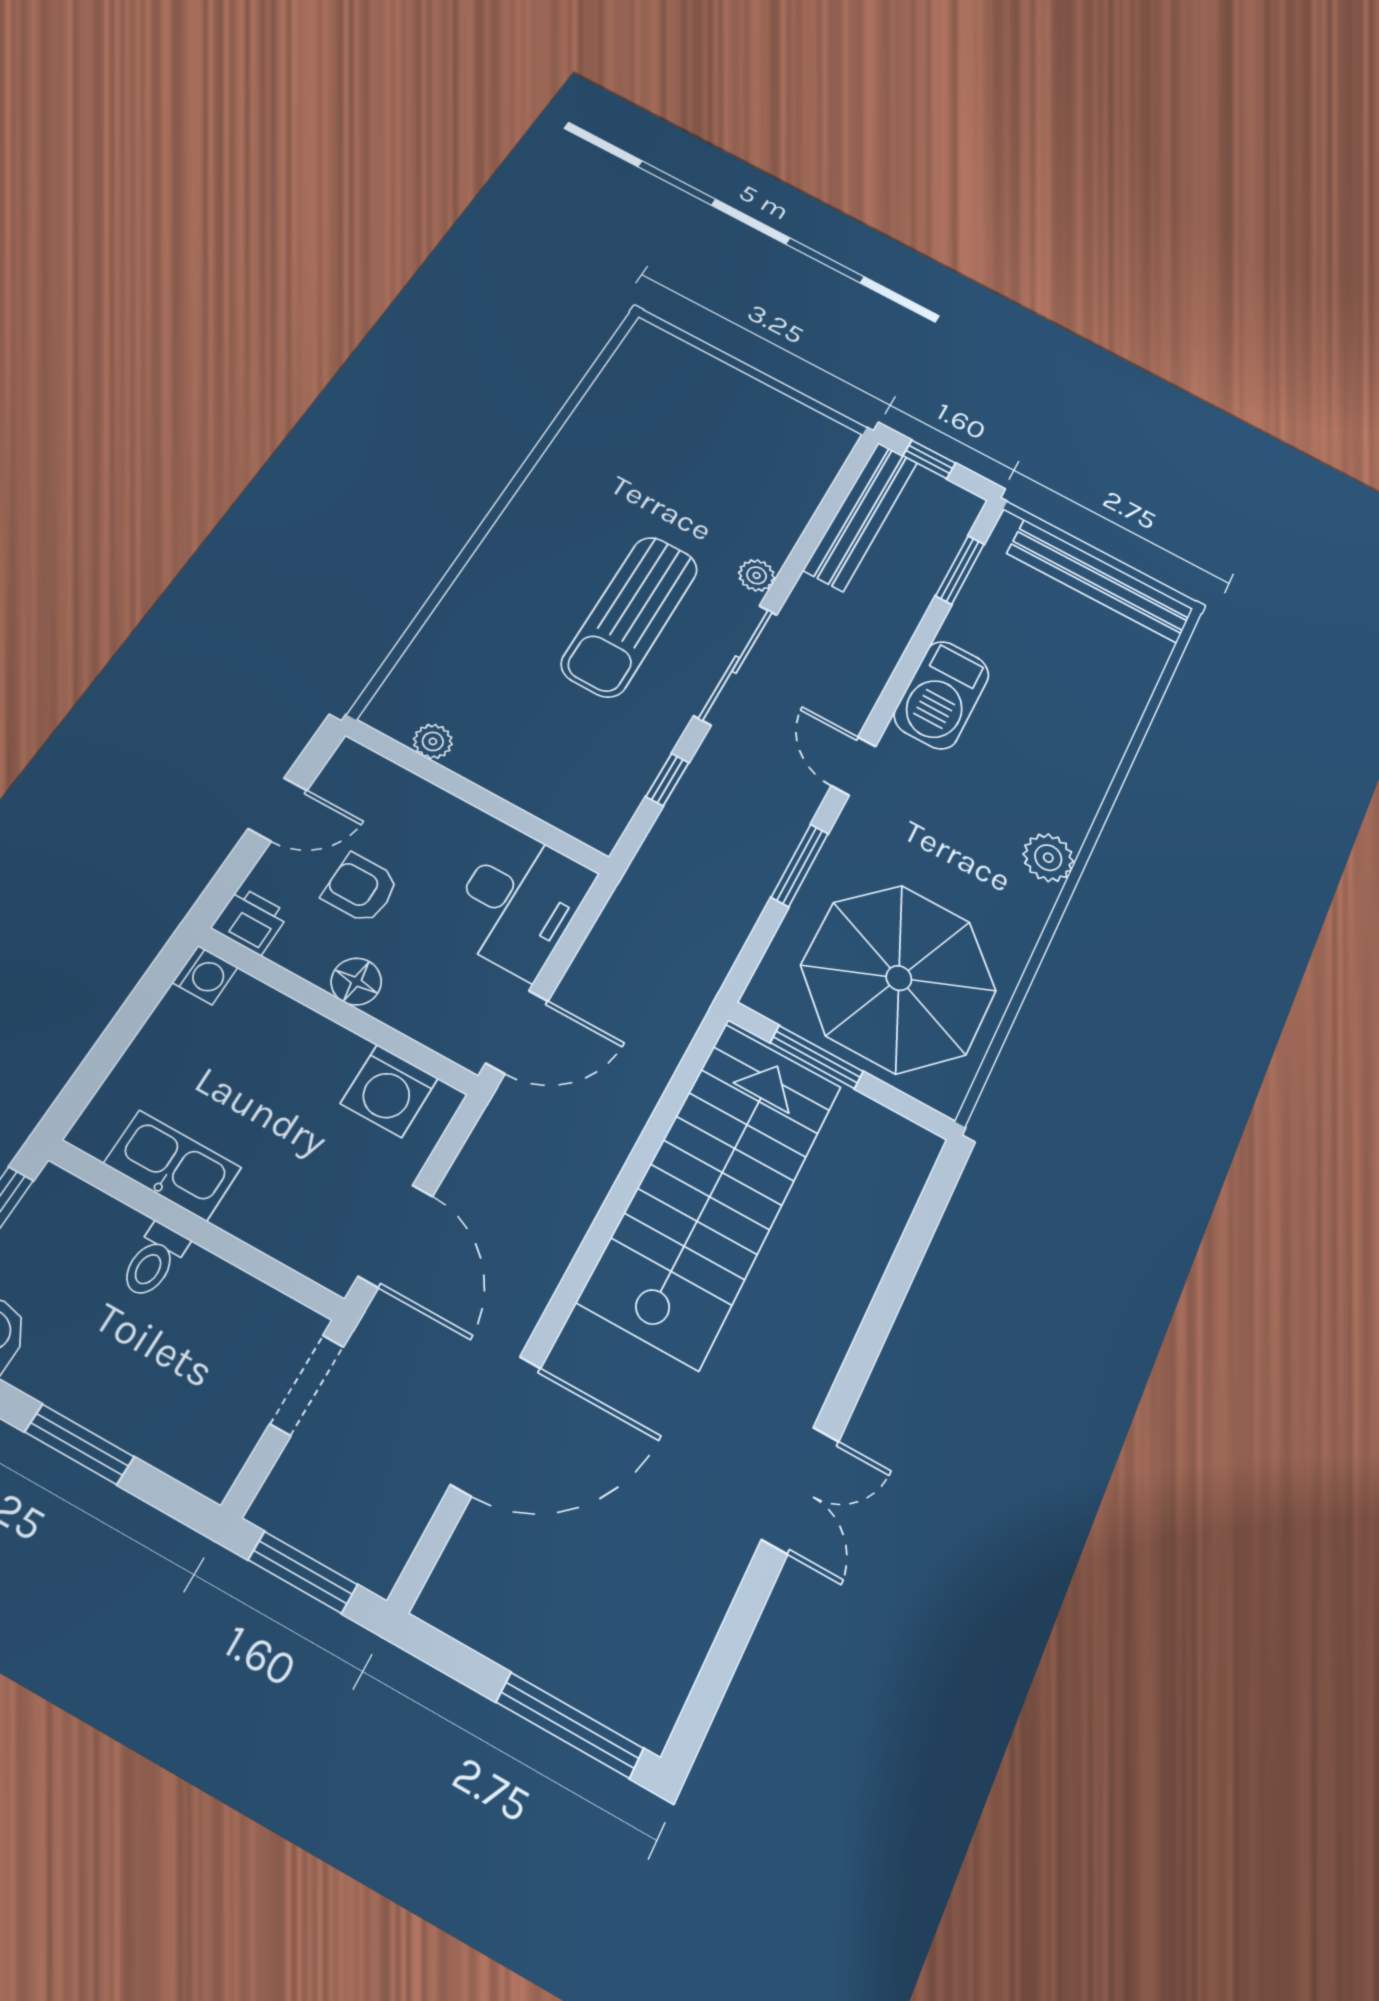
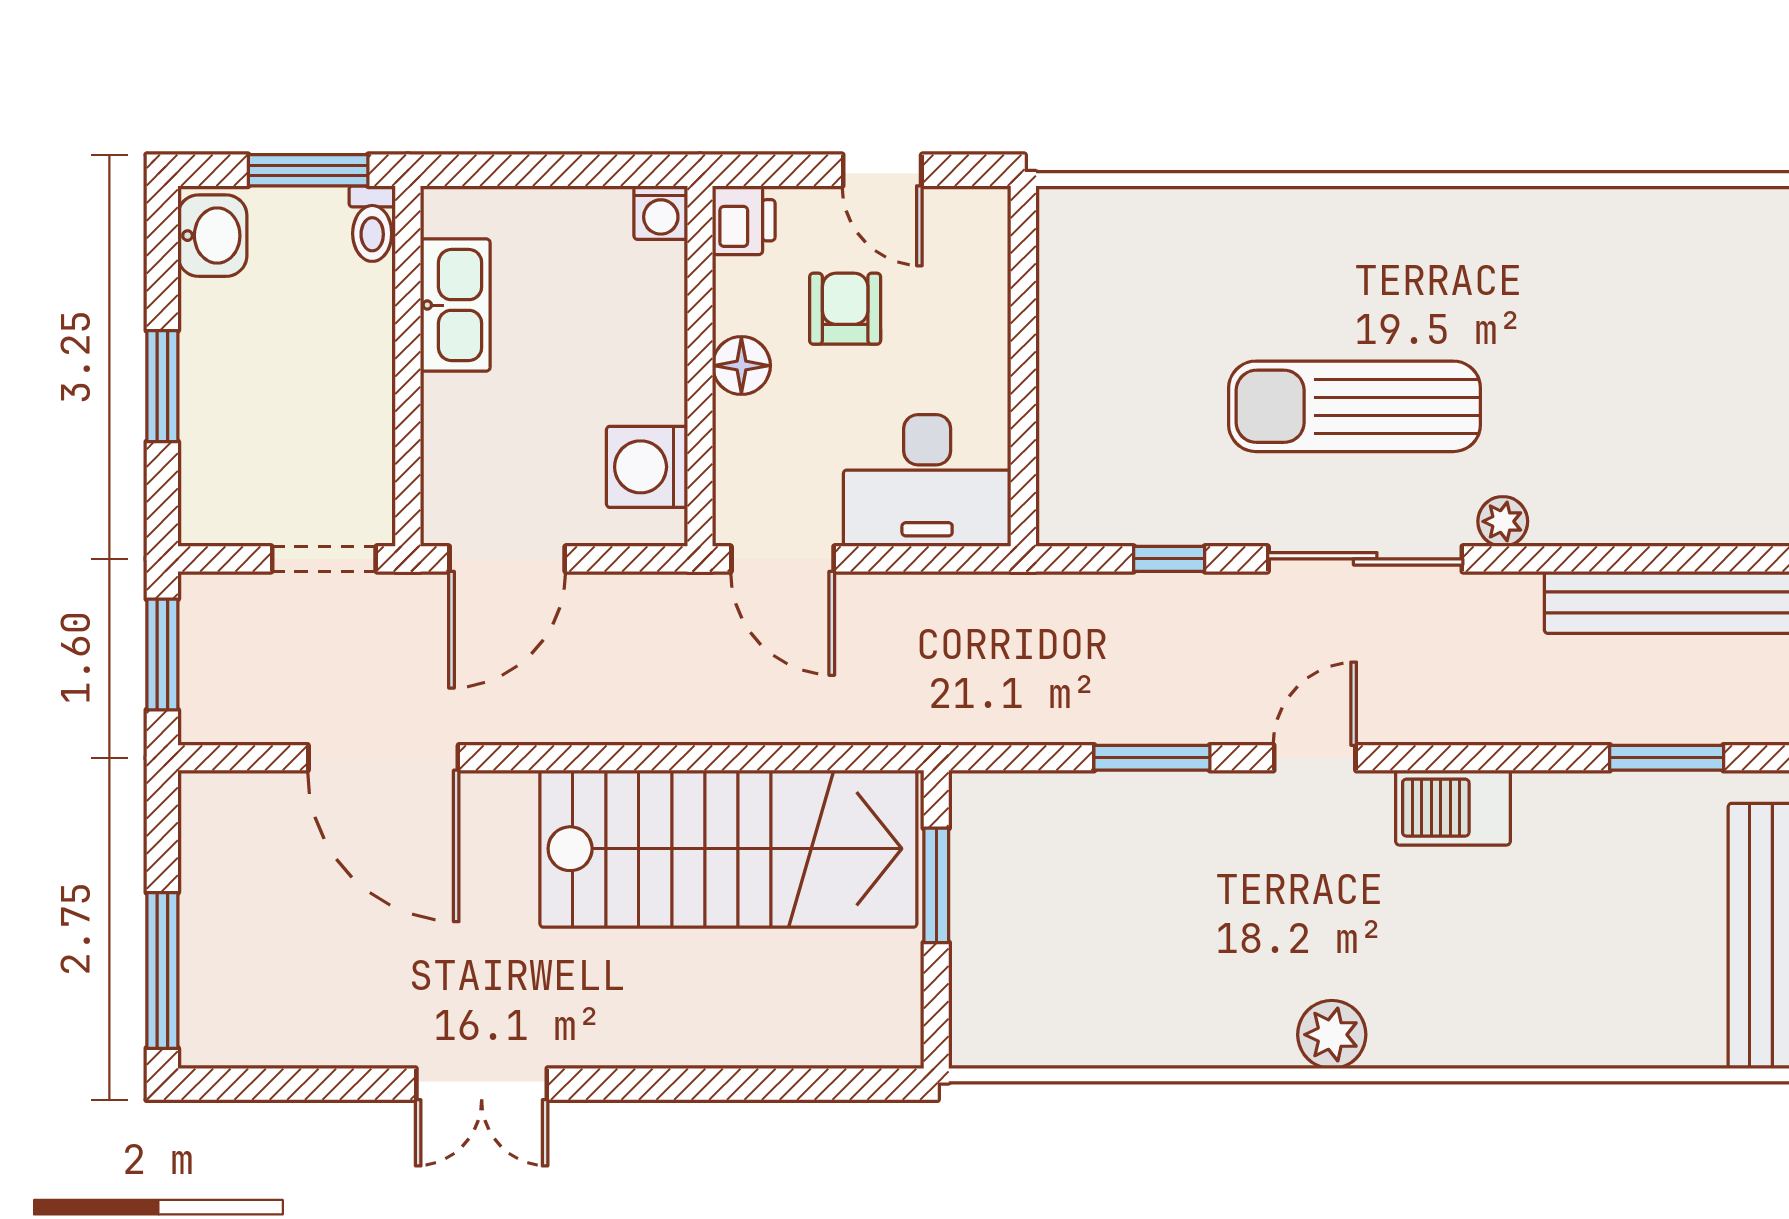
barbecue: (942, 695) -> (1453, 808), width x0.73, depth x0.83
plant: (433, 741) -> (1060, 282), removed
parasol: (899, 978) -> (1080, 932), removed
toilet: (154, 1261) -> (372, 224), moved, turned -90

